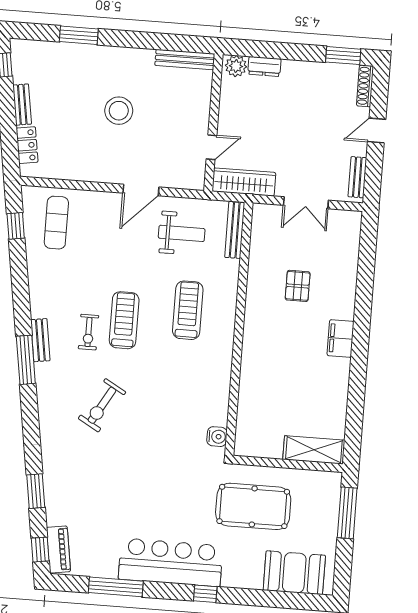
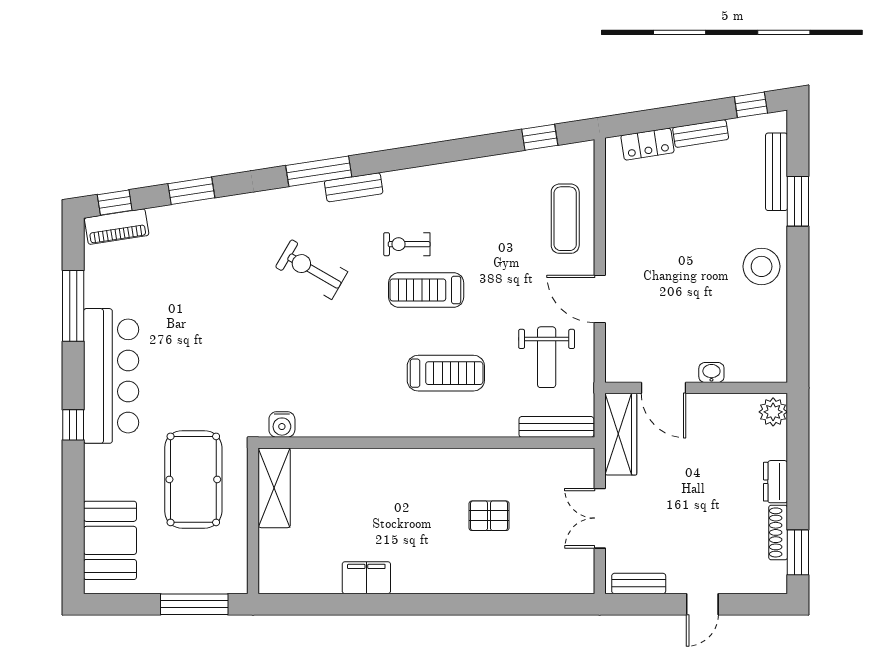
bench: (185, 60) -> (777, 172), moved
dresser: (264, 66) -> (775, 482), moved
shoe rack: (365, 86) -> (778, 532), moved, turned -90
washbasin: (203, 110) -> (711, 372), added
stool: (119, 111) -> (762, 266), moved
door: (377, 130) -> (702, 604), swing flipped
door: (211, 147) -> (663, 388), width x1.38
exercise mat: (56, 223) -> (565, 219), moved, turned 90
treadmill: (124, 320) -> (426, 290), turned 180
filing cabinet: (341, 338) -> (366, 578), moved
bench: (40, 340) -> (354, 187), moved
window: (26, 360) -> (319, 171), moved
shelving: (314, 450) -> (274, 488), moved

